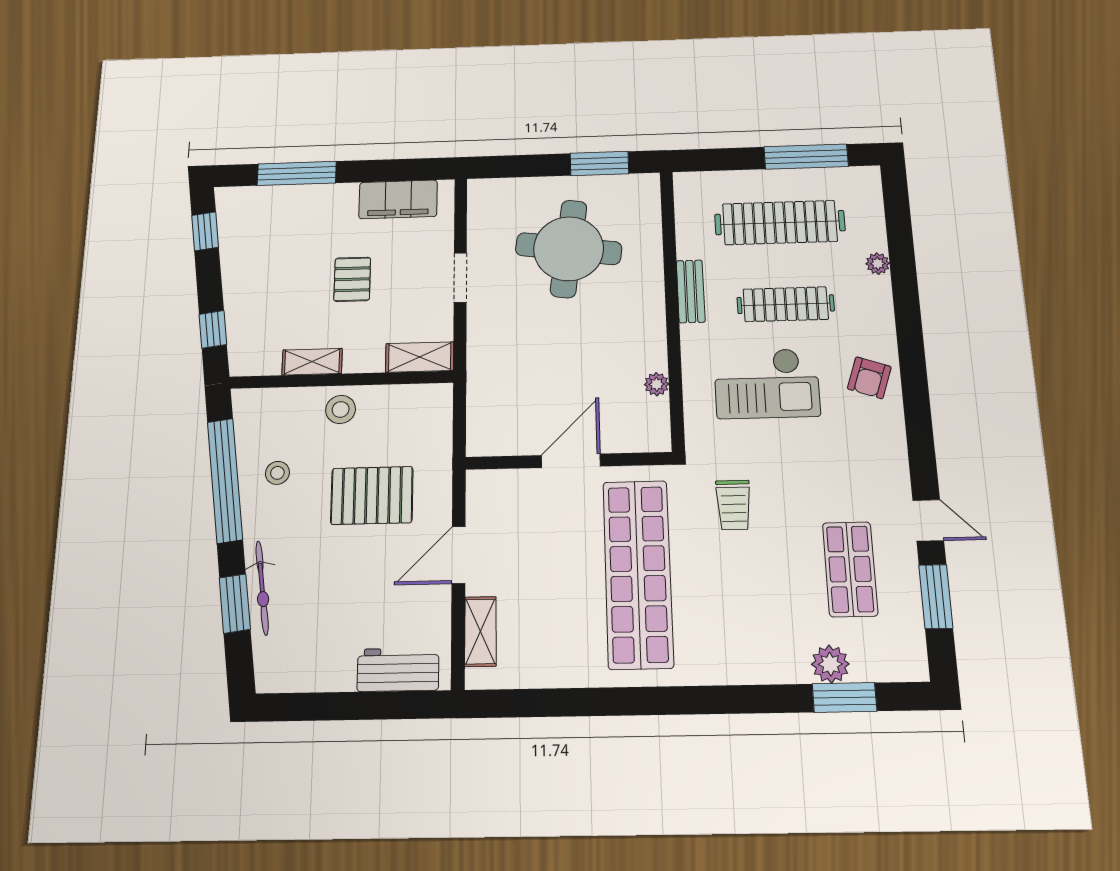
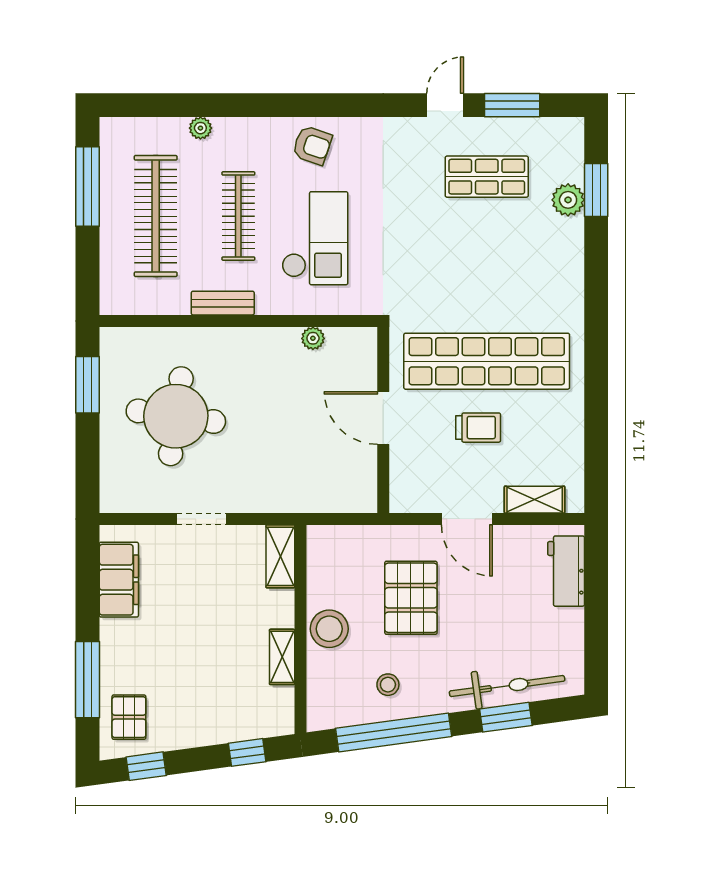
pallet: (352, 279) -> (129, 717), moved, turned 90
stool: (341, 409) -> (329, 629), width x1.38, depth x1.38
trolley: (734, 505) -> (478, 428), moved
bicycle: (262, 588) -> (507, 686), width x1.37, depth x1.40

